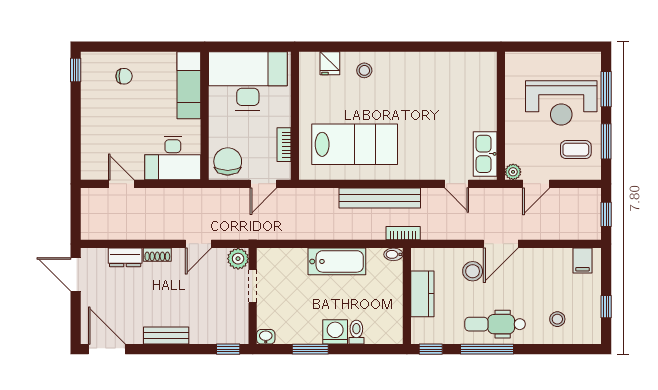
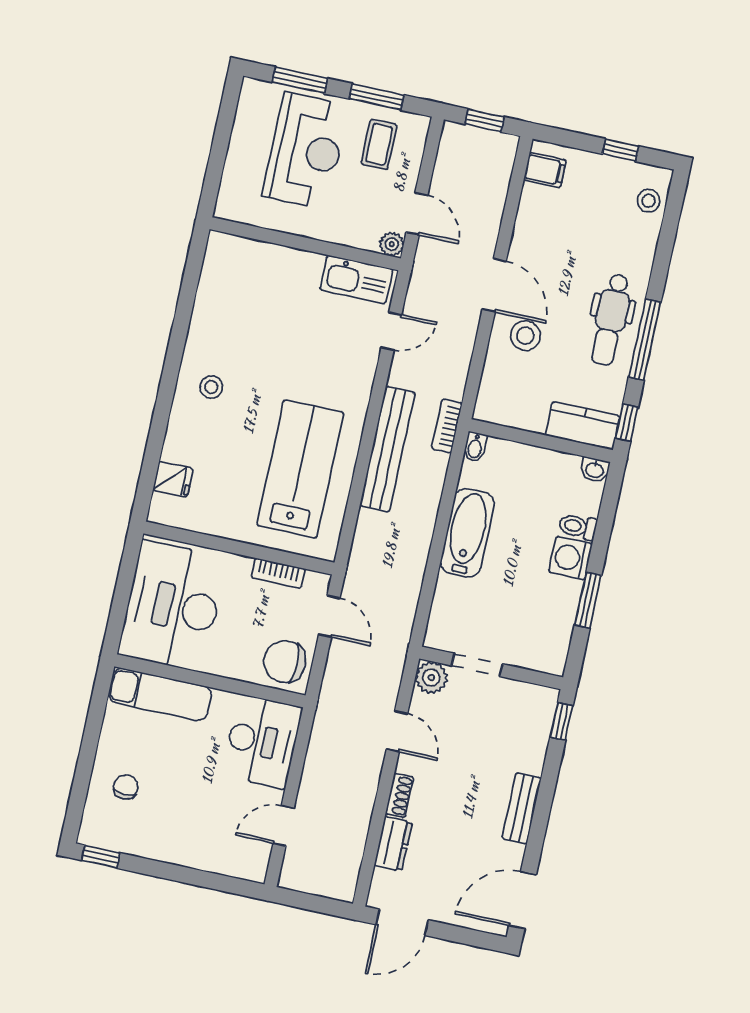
stool: (364, 70) -> (211, 387), moved
kitchen counter: (422, 294) -> (583, 426), moved
stool: (557, 319) -> (649, 201), moved
washbasin: (266, 337) -> (595, 470), moved, turned -90

